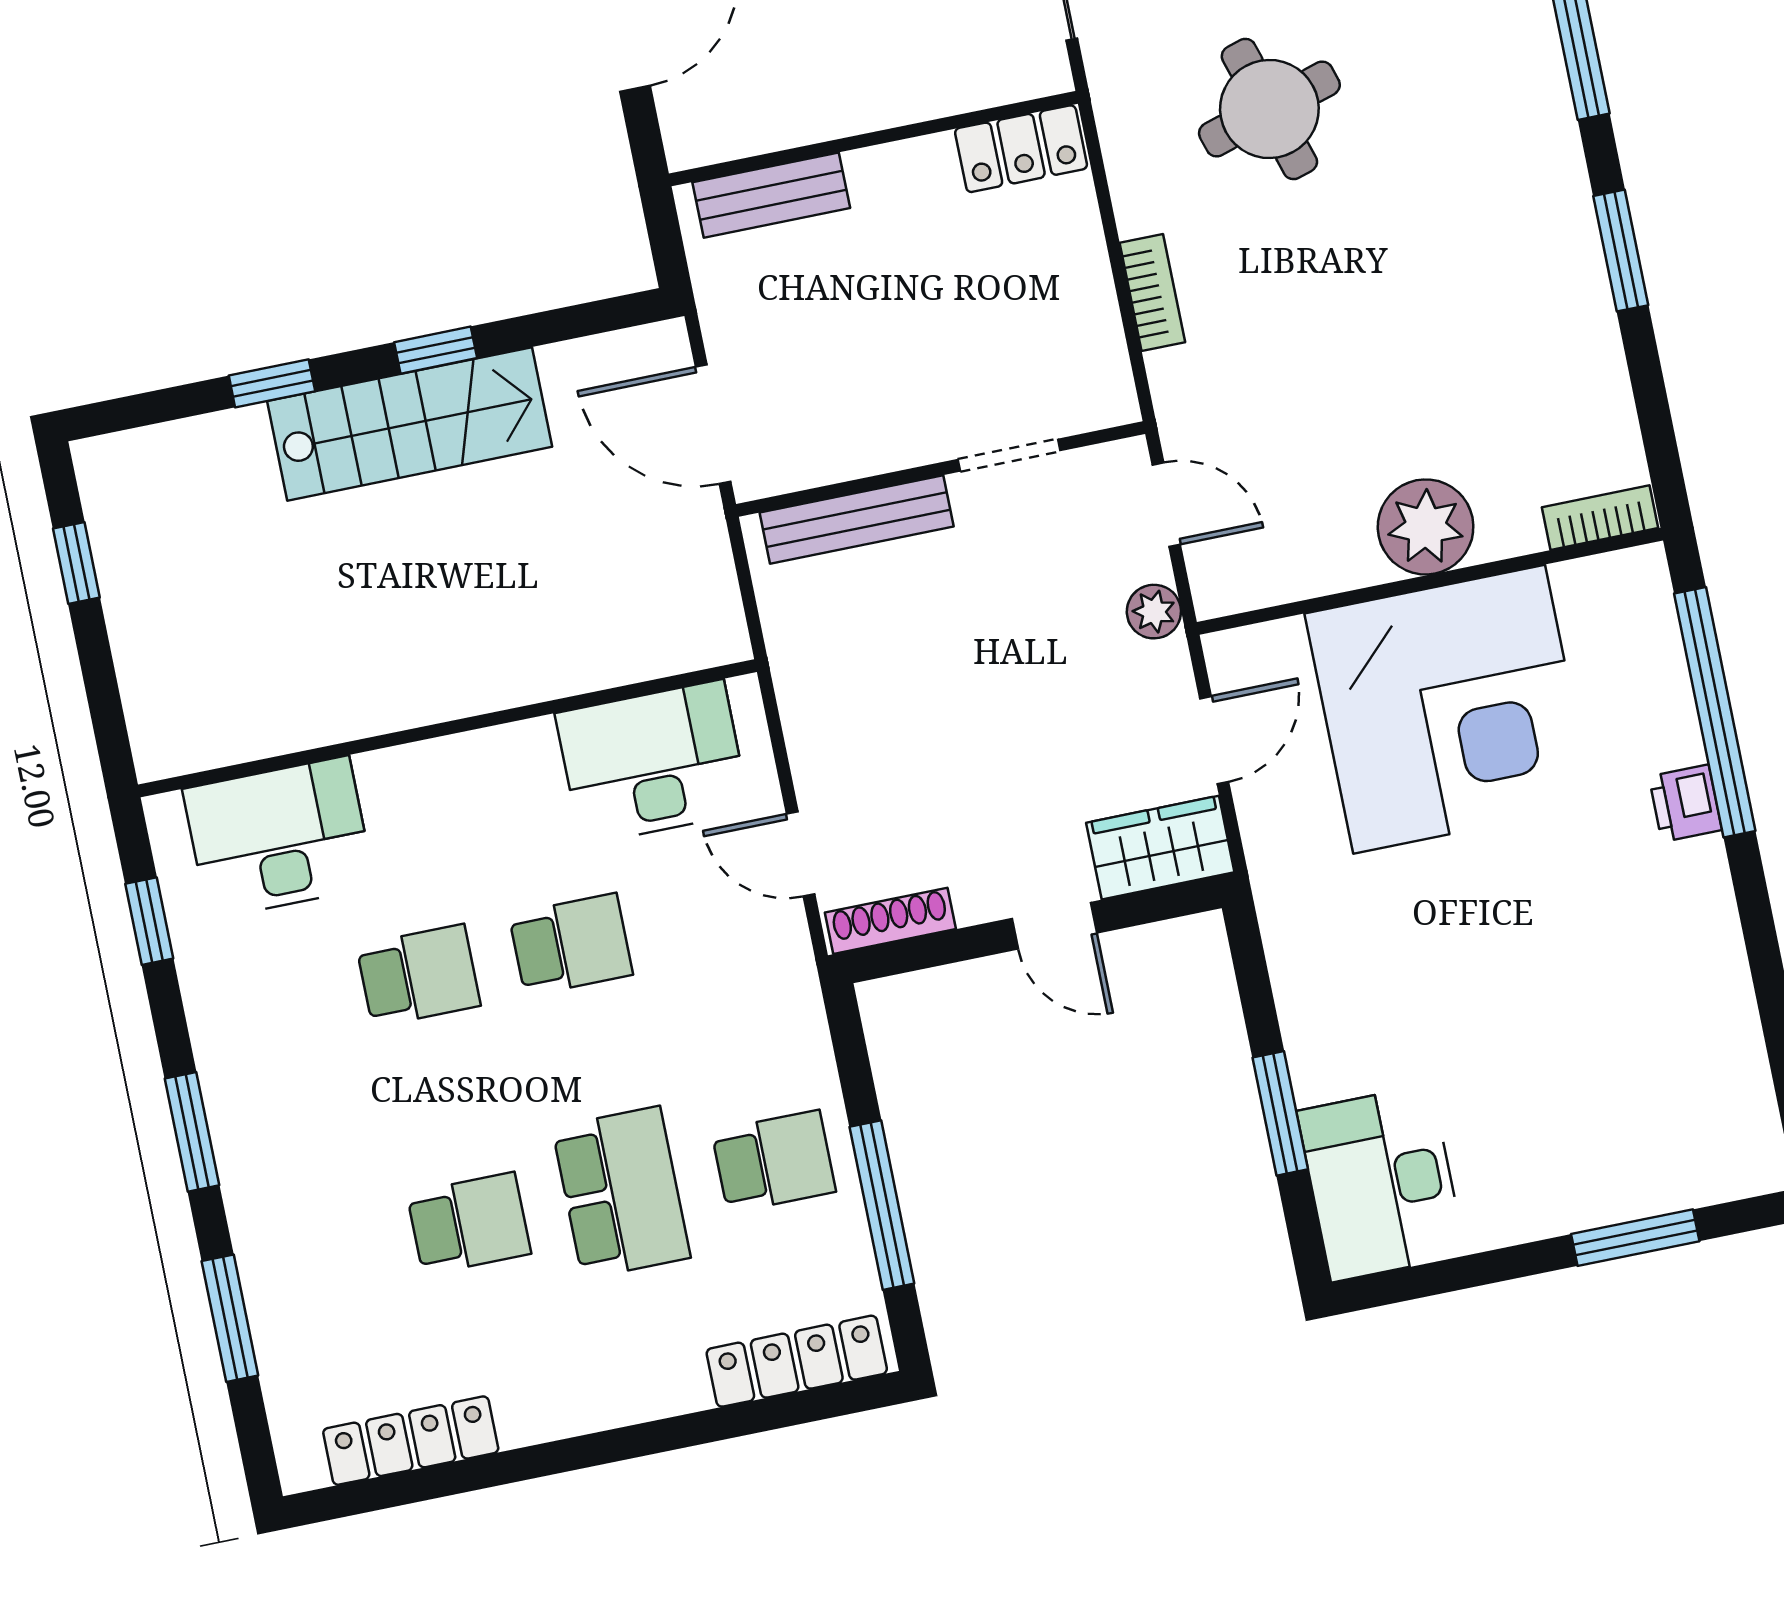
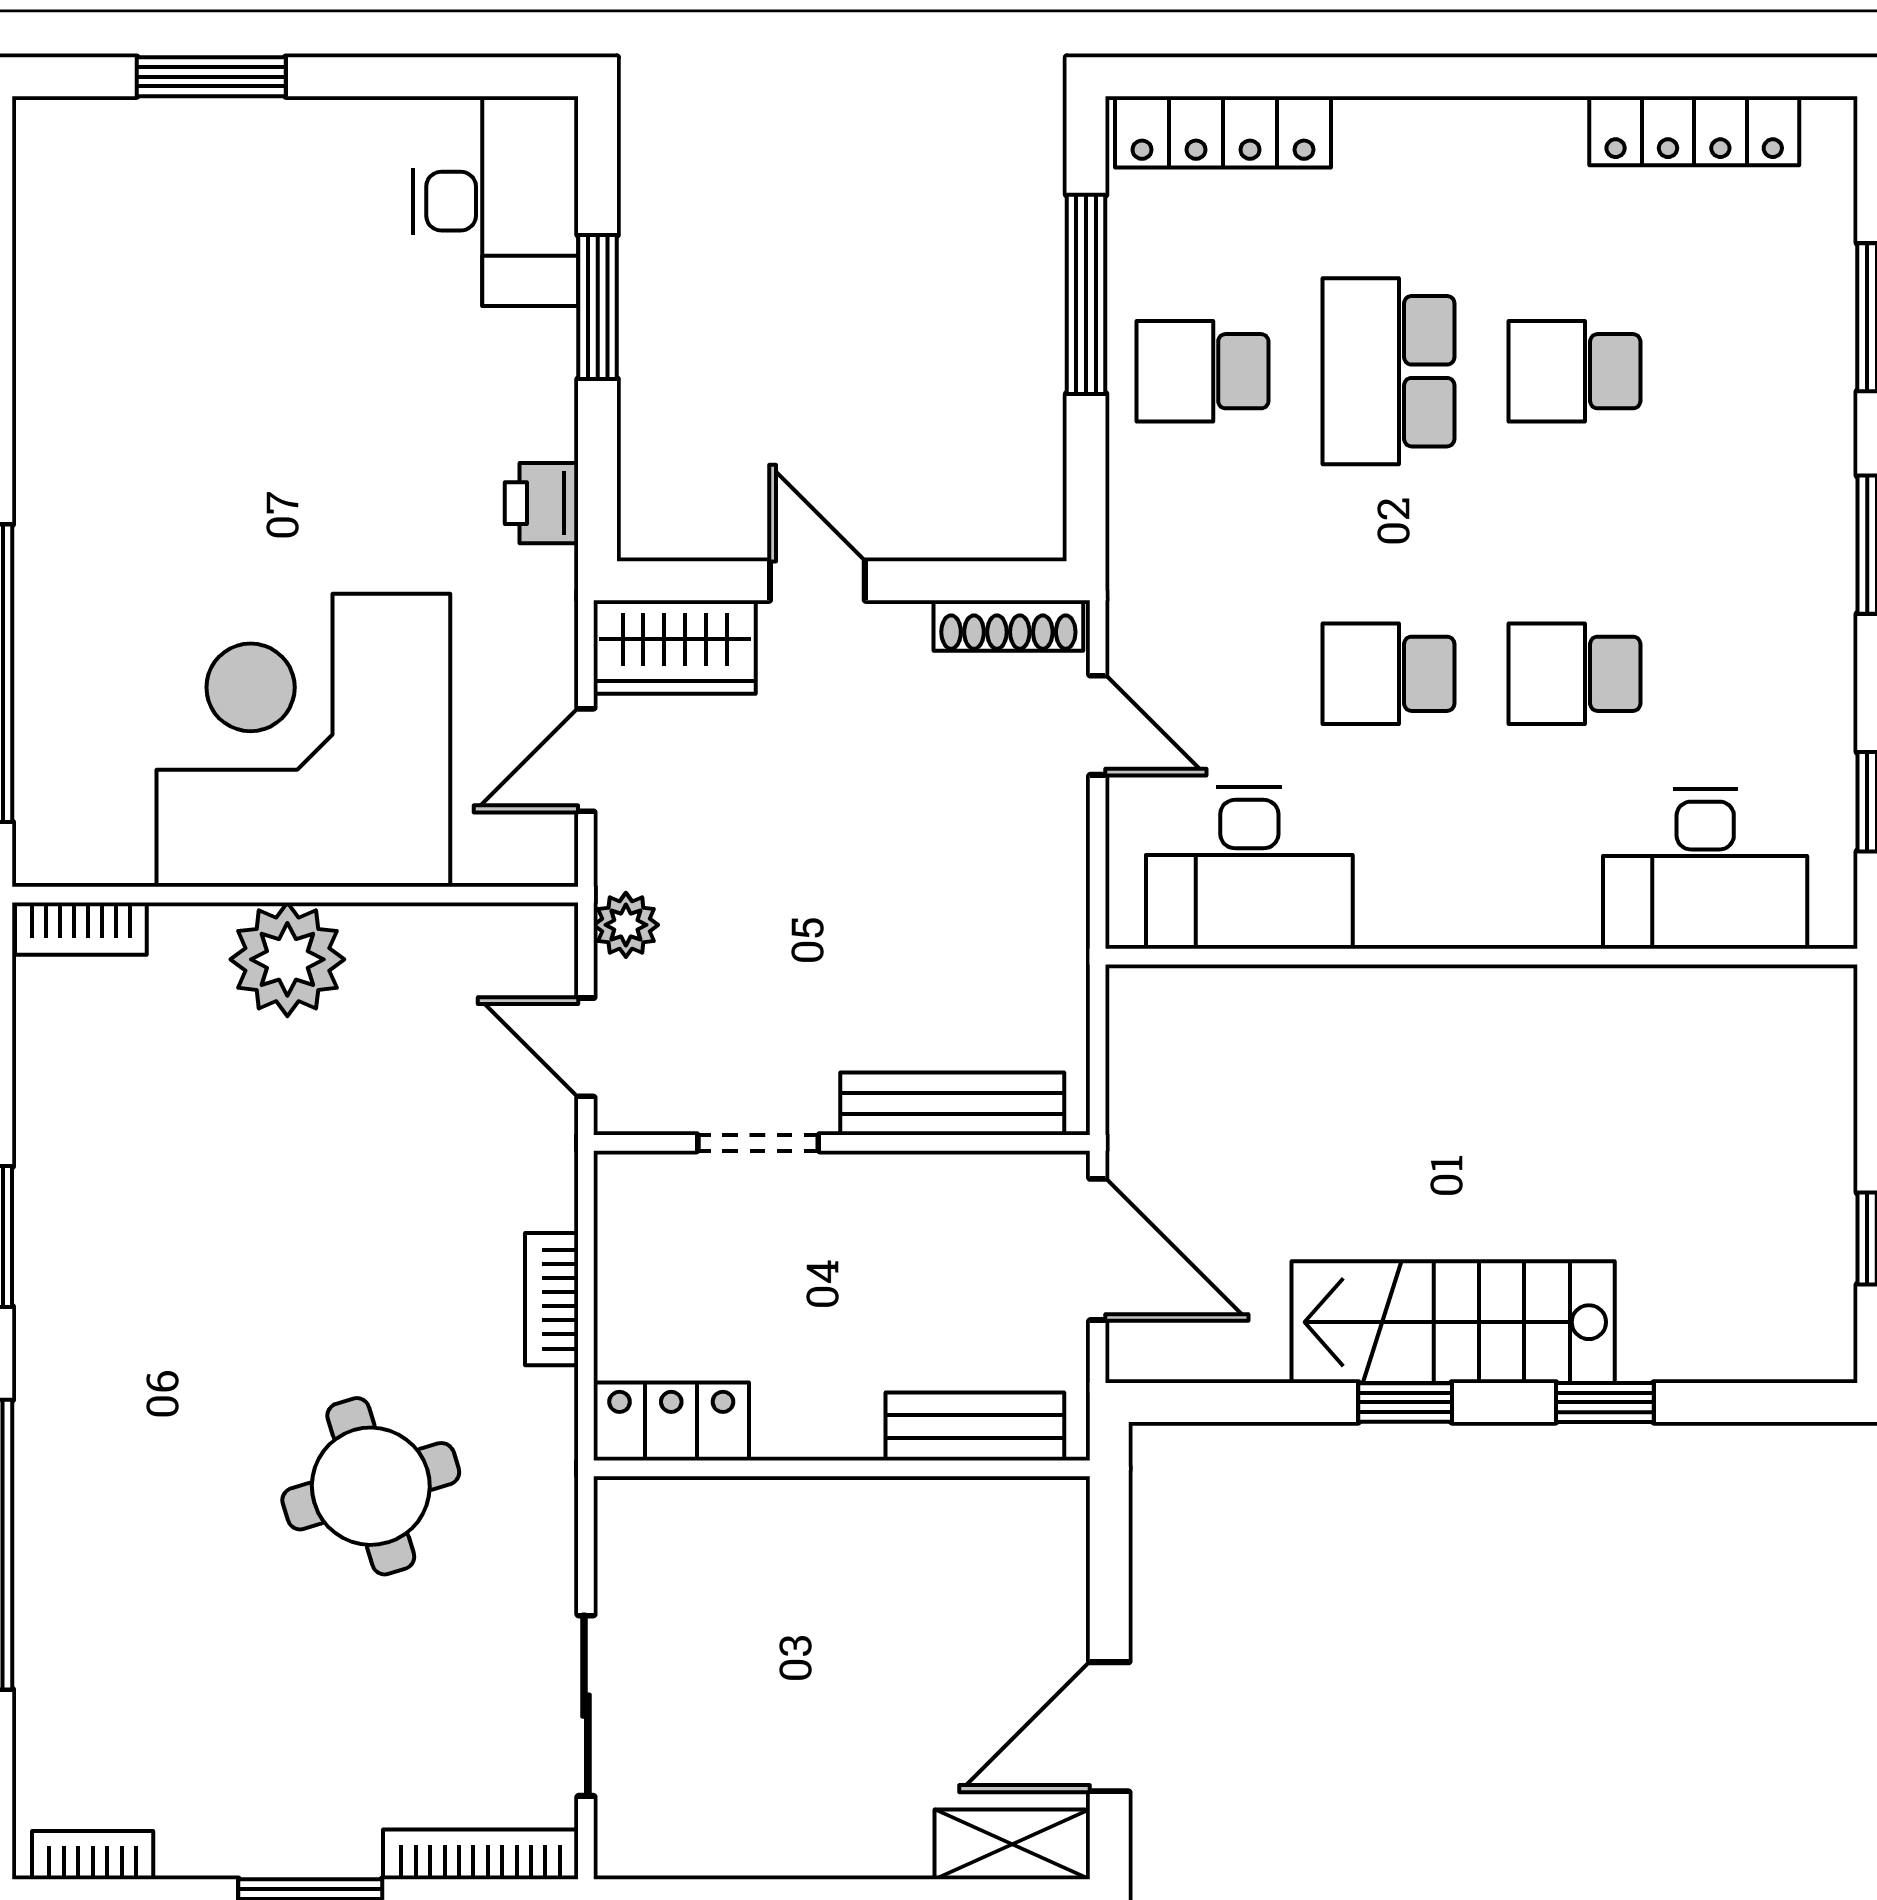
wall: (873, 139) -> (842, 1468), moved
locker: (1021, 149) -> (671, 1421), moved
bench: (771, 195) -> (975, 1427), moved
printer: (1685, 803) -> (542, 503), moved, turned 180

